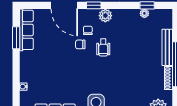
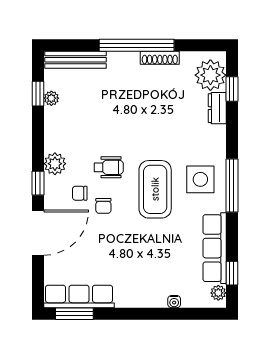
window: (16, 38) -> (74, 314), moved
bench: (167, 47) -> (76, 60), moved
coffee table: (90, 75) -> (155, 189), added

